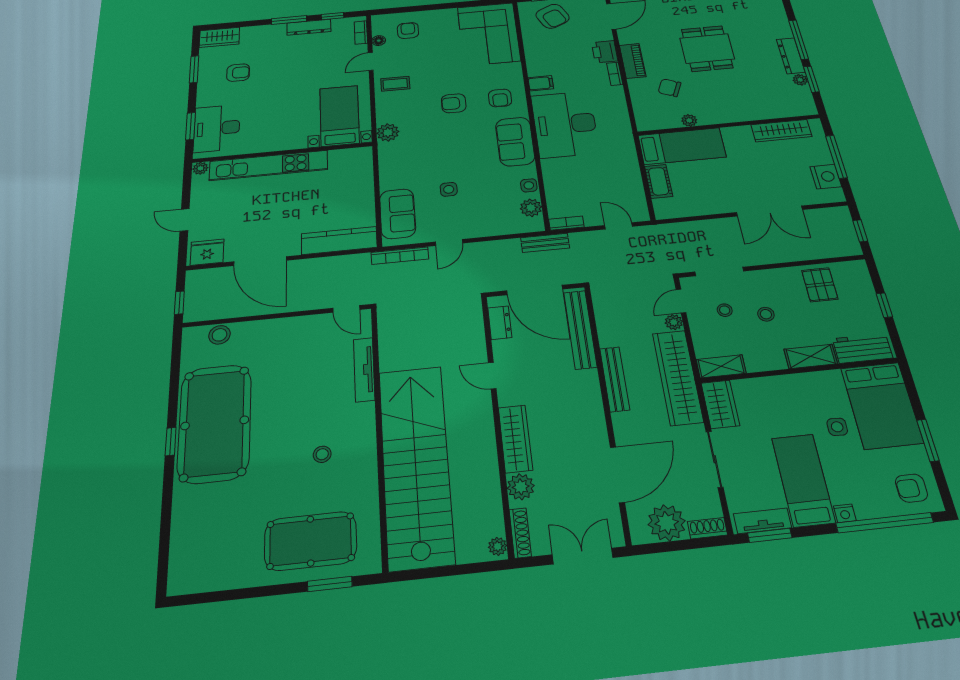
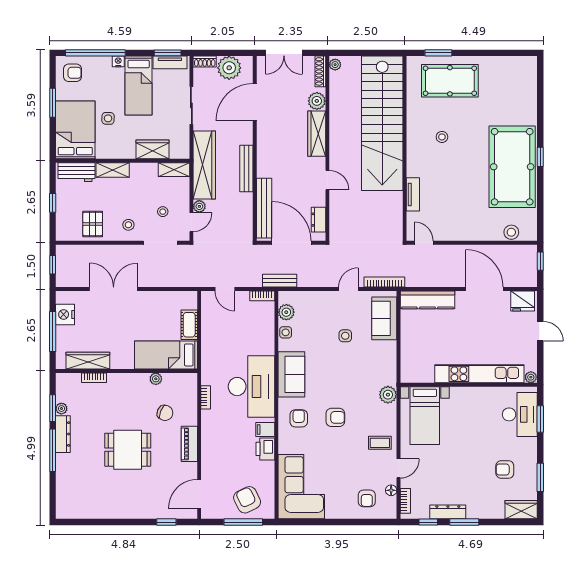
dining table: (707, 48) -> (128, 450), turned 90
printer: (605, 52) -> (265, 449), moved, turned 180
bookcase: (615, 74) -> (206, 397), moved
bookcase: (768, 114) -> (94, 378), added
stool: (766, 314) -> (128, 225), moved
tv unit: (364, 370) -> (413, 194), width x0.71
wardrobe: (720, 404) -> (152, 149), moved, turned 90

